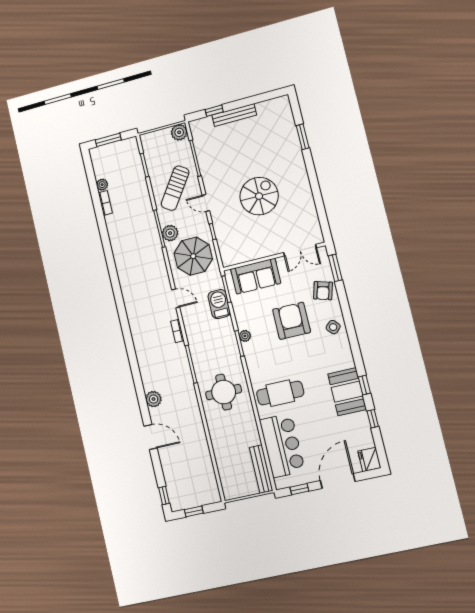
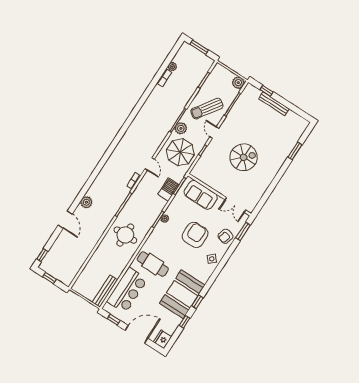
booth: (347, 392) -> (182, 294), width x1.36, depth x1.42

